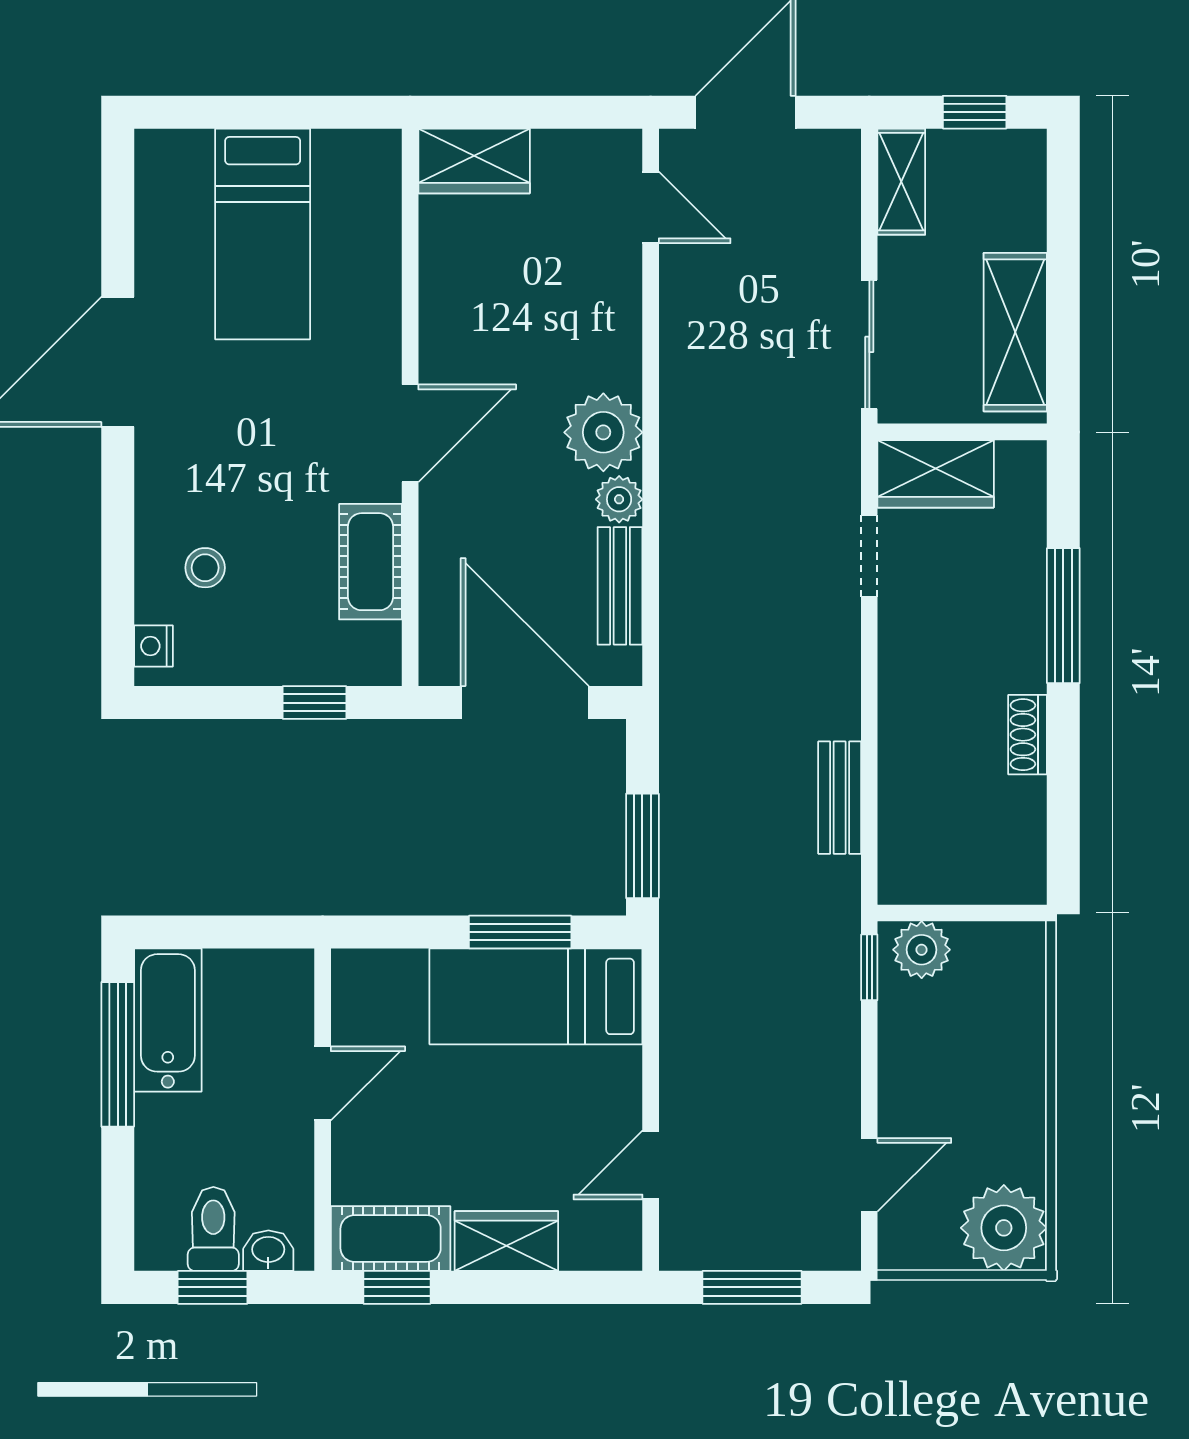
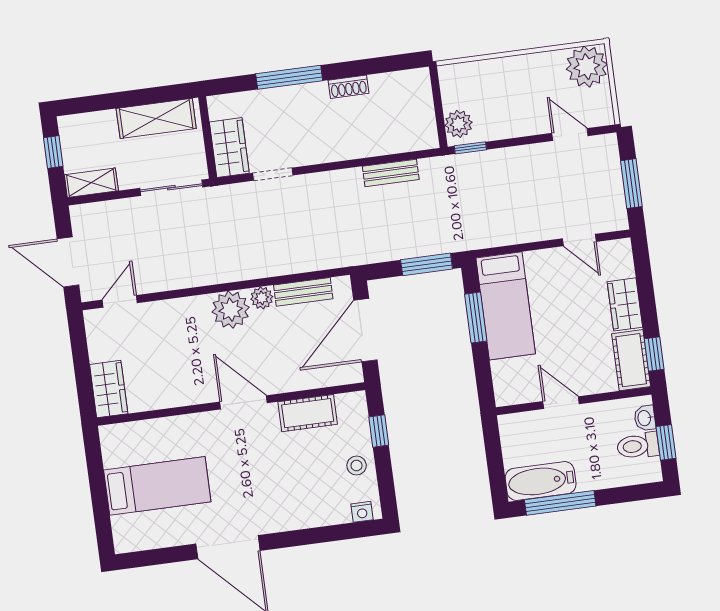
stool: (205, 568) -> (357, 466), moved

